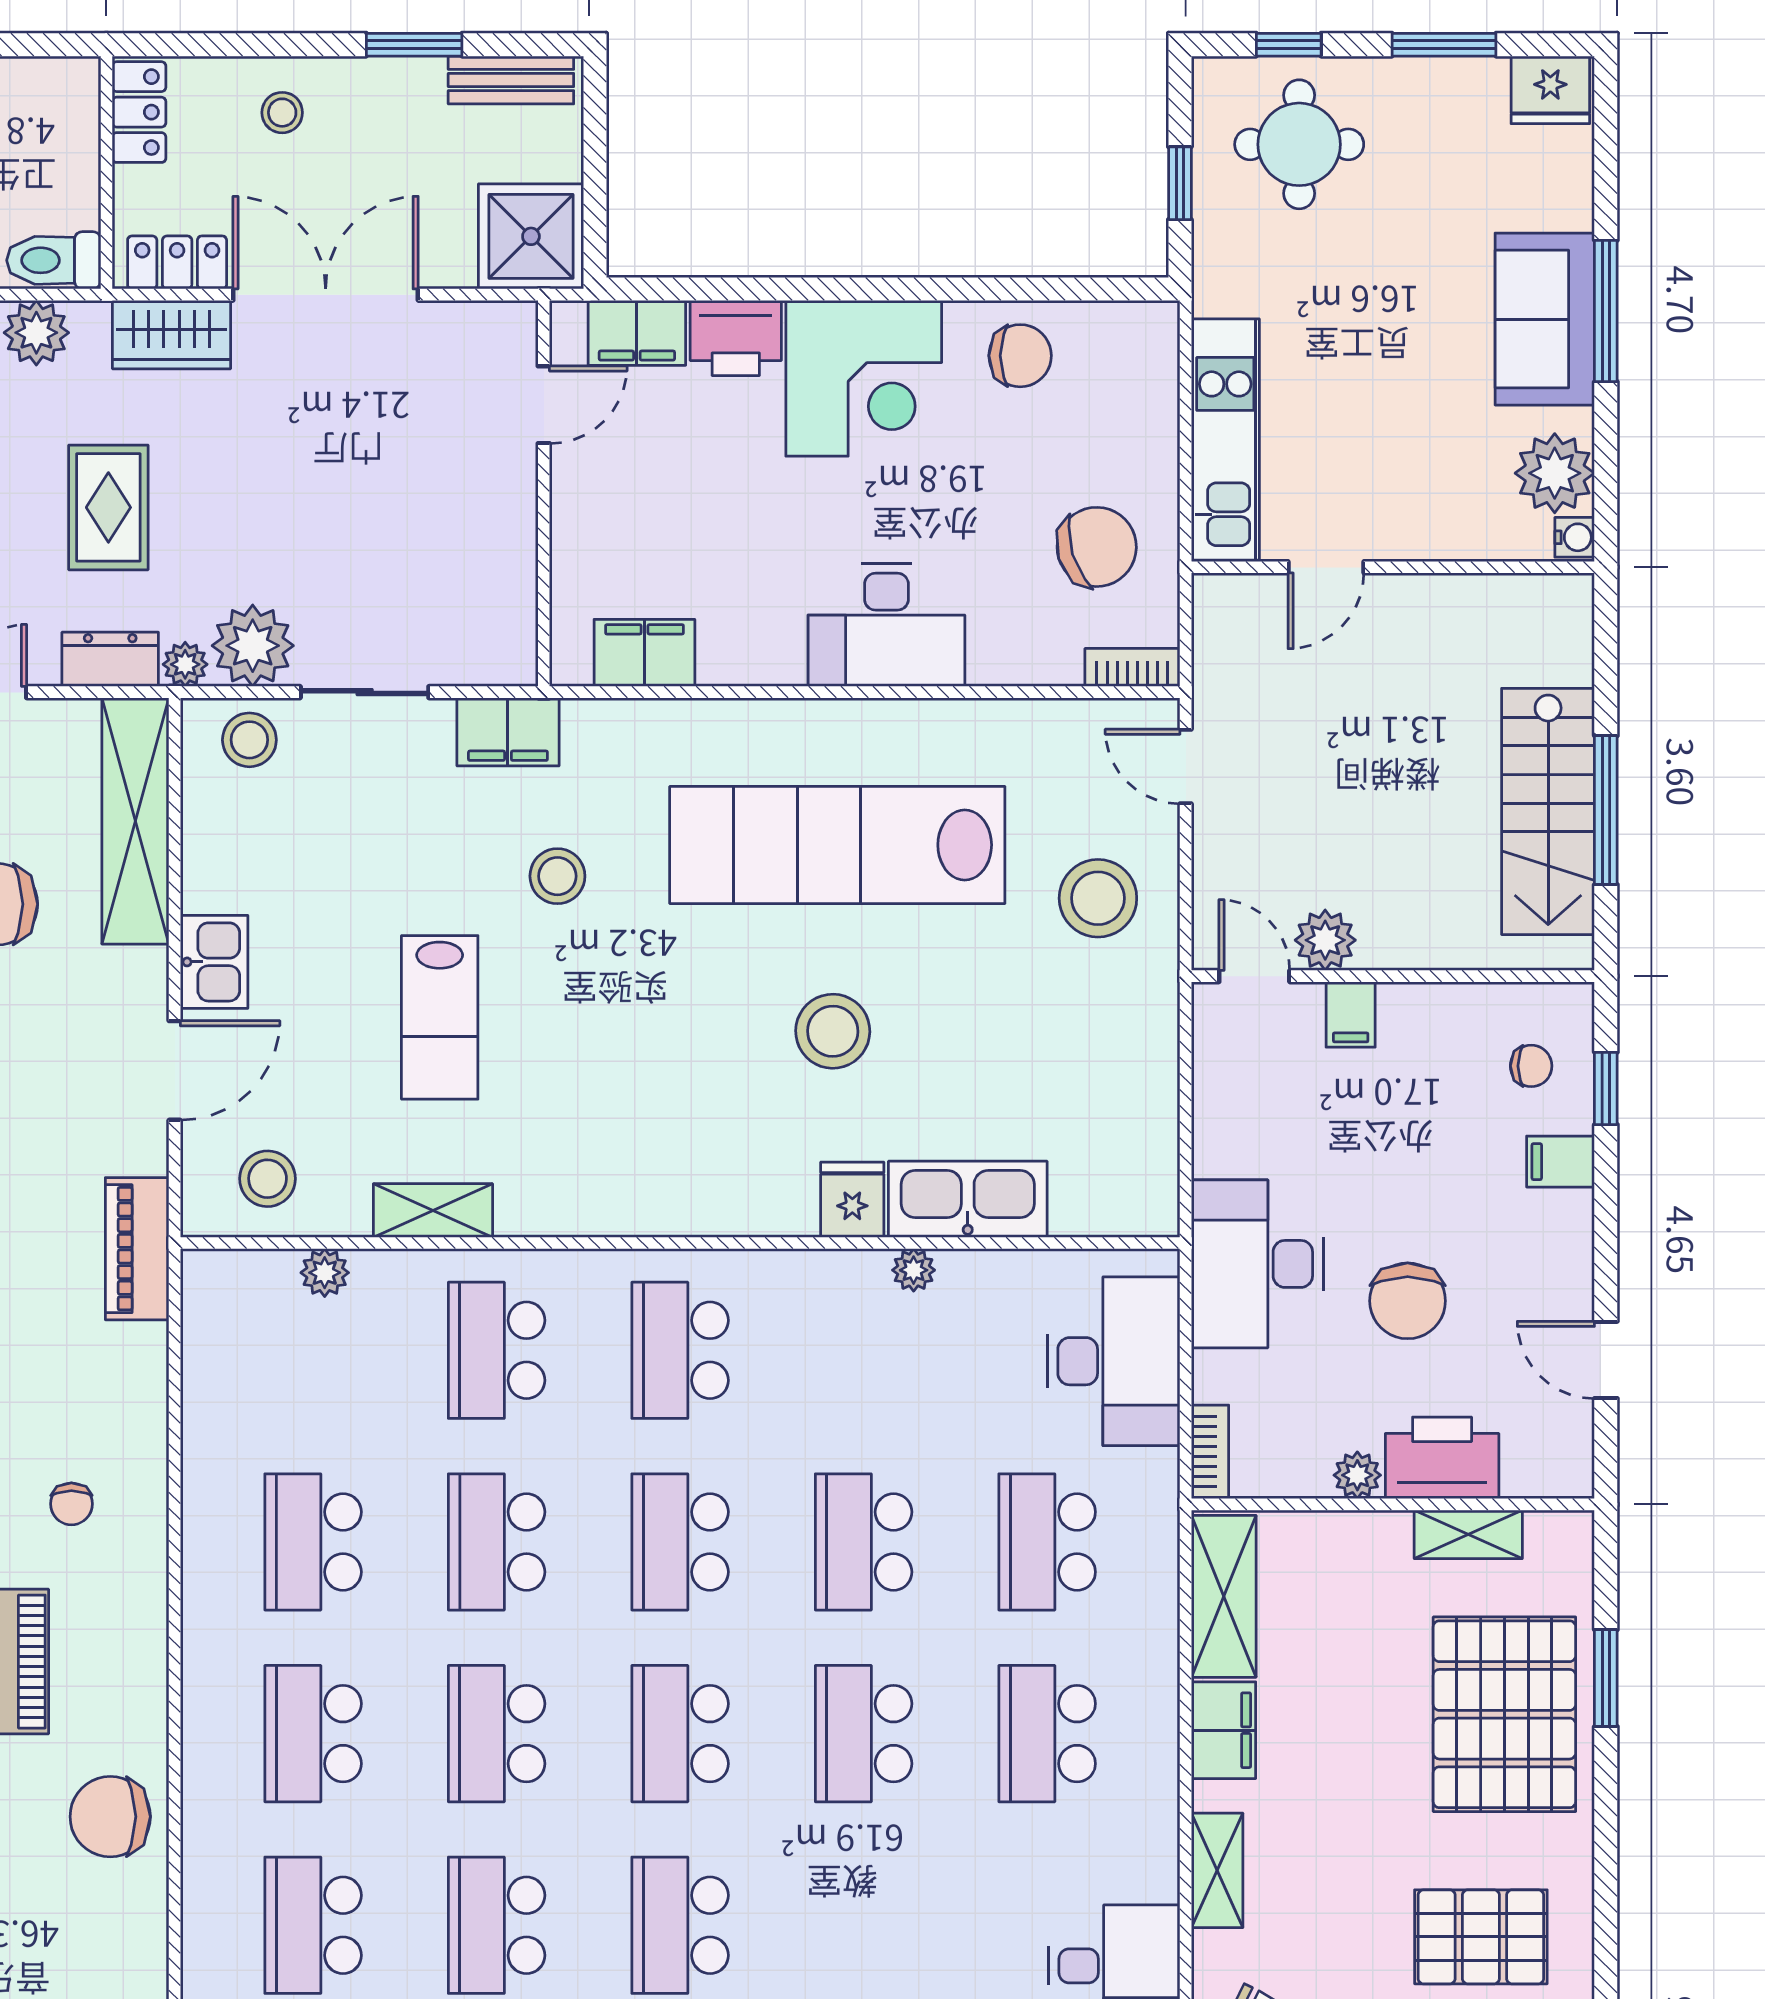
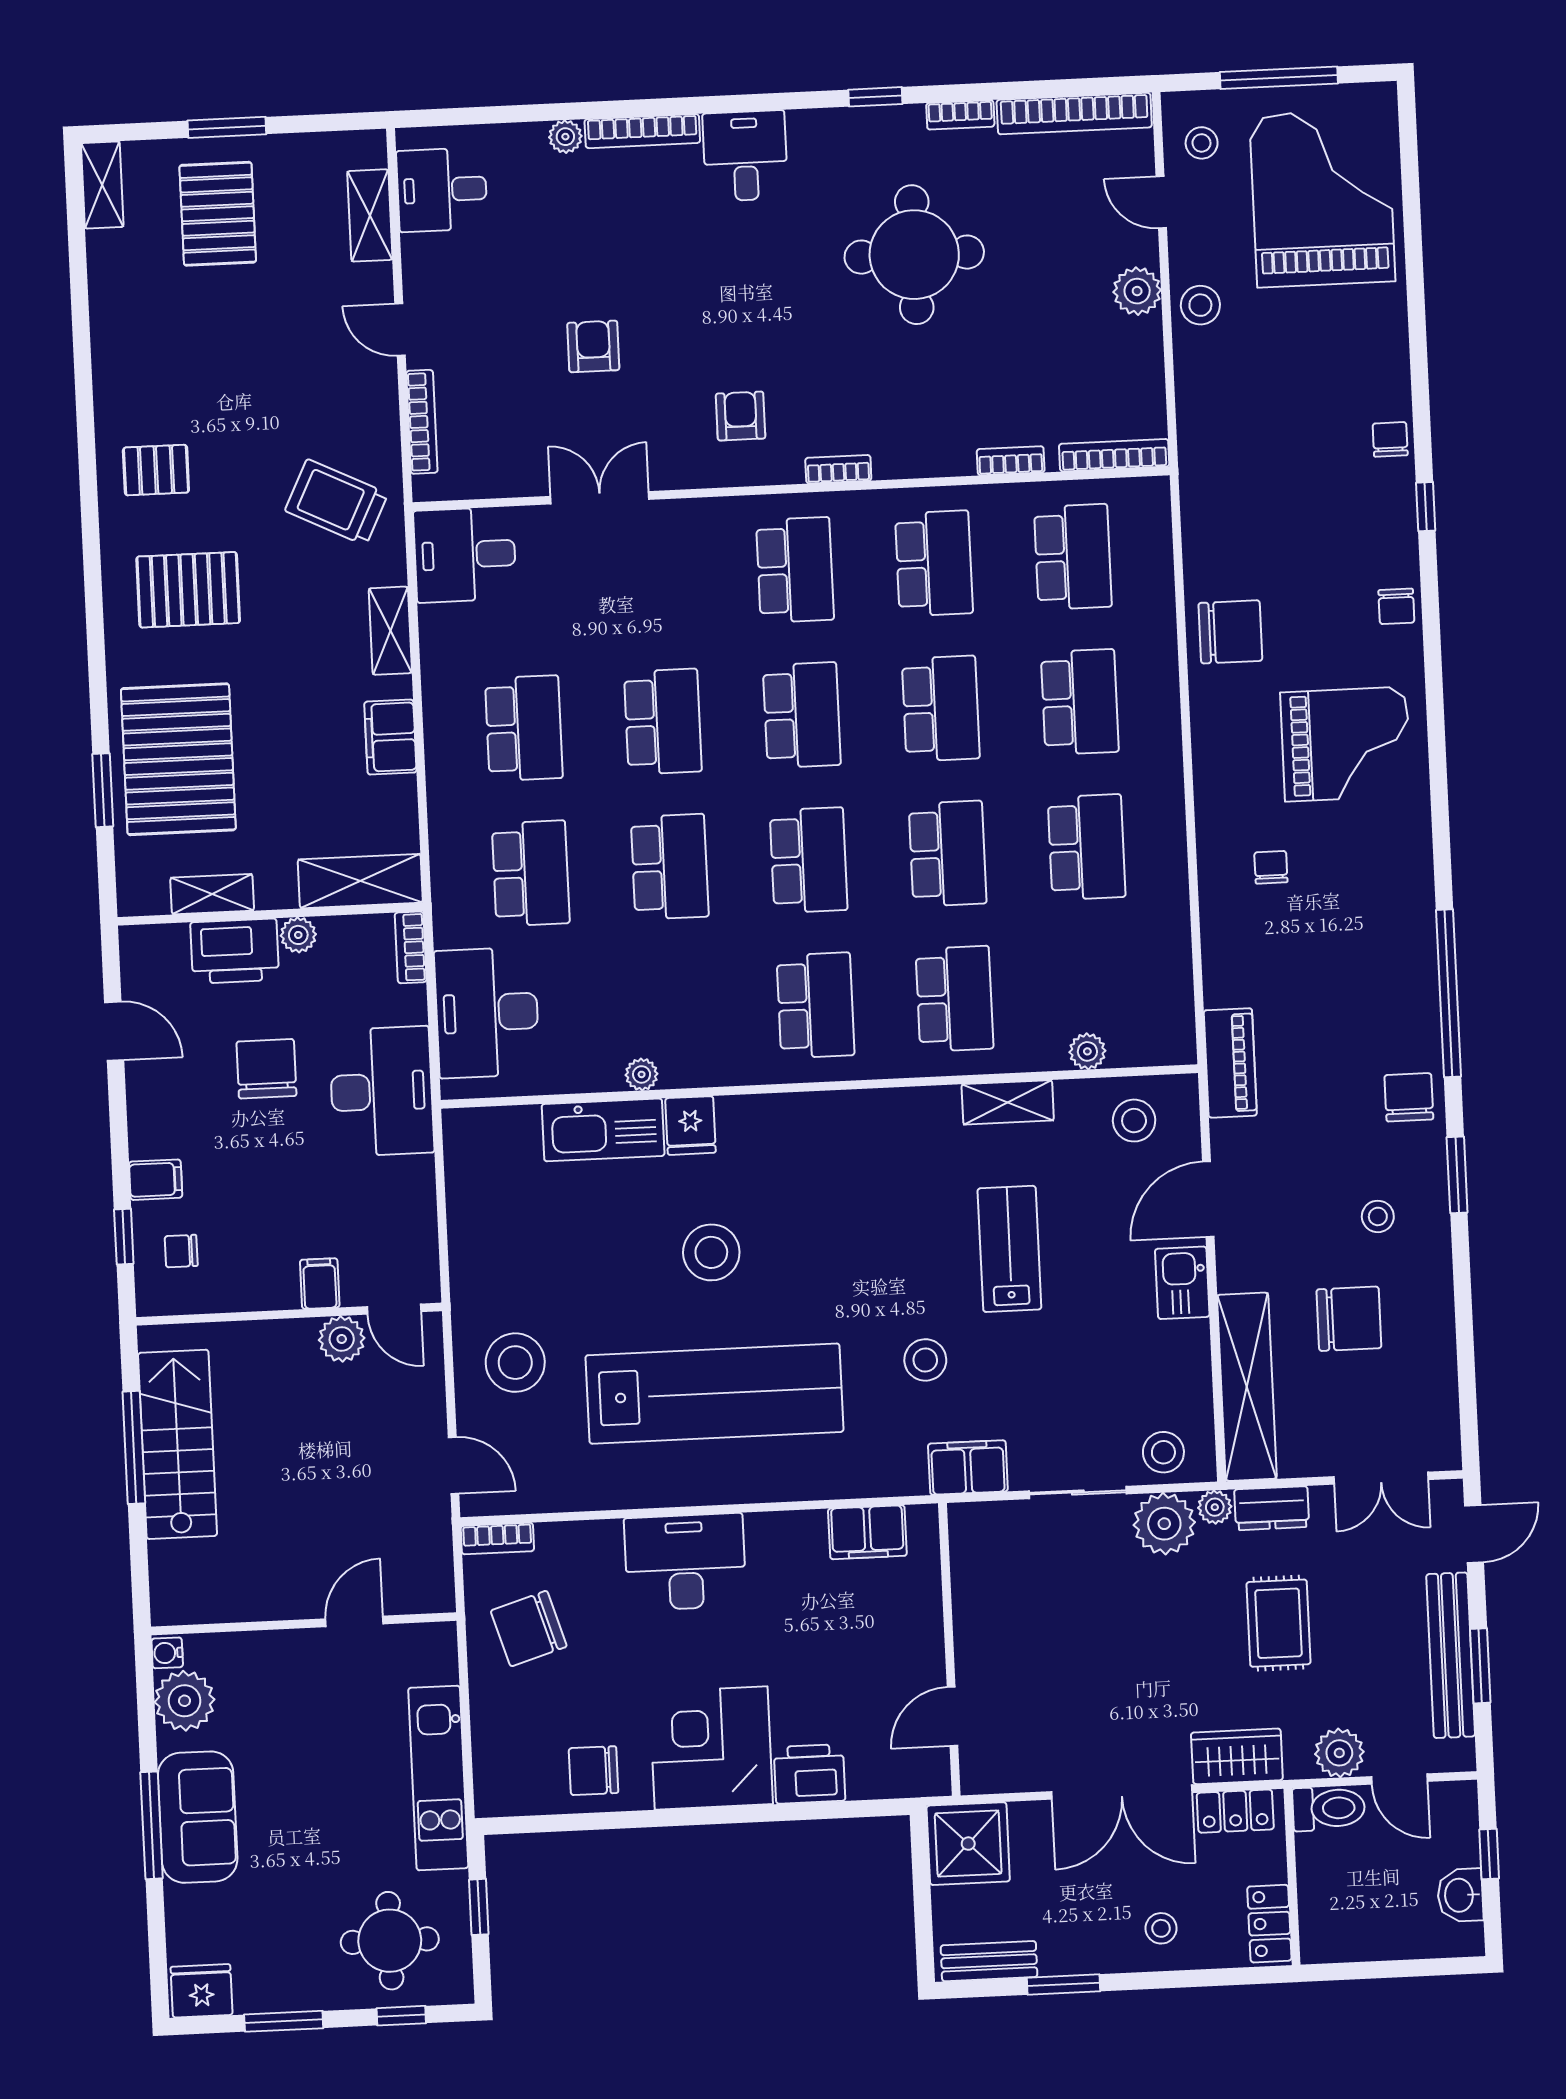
filing cabinet: (637, 333) -> (885, 1774), removed
kitchen unit: (1225, 439) -> (438, 1778), moved
shelving: (1224, 1596) -> (360, 881), moved, turned 90

